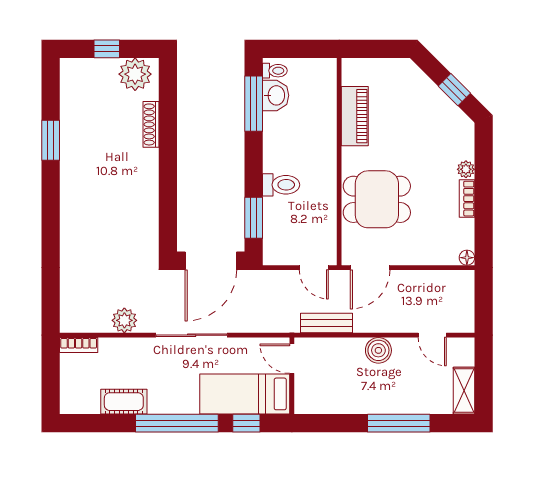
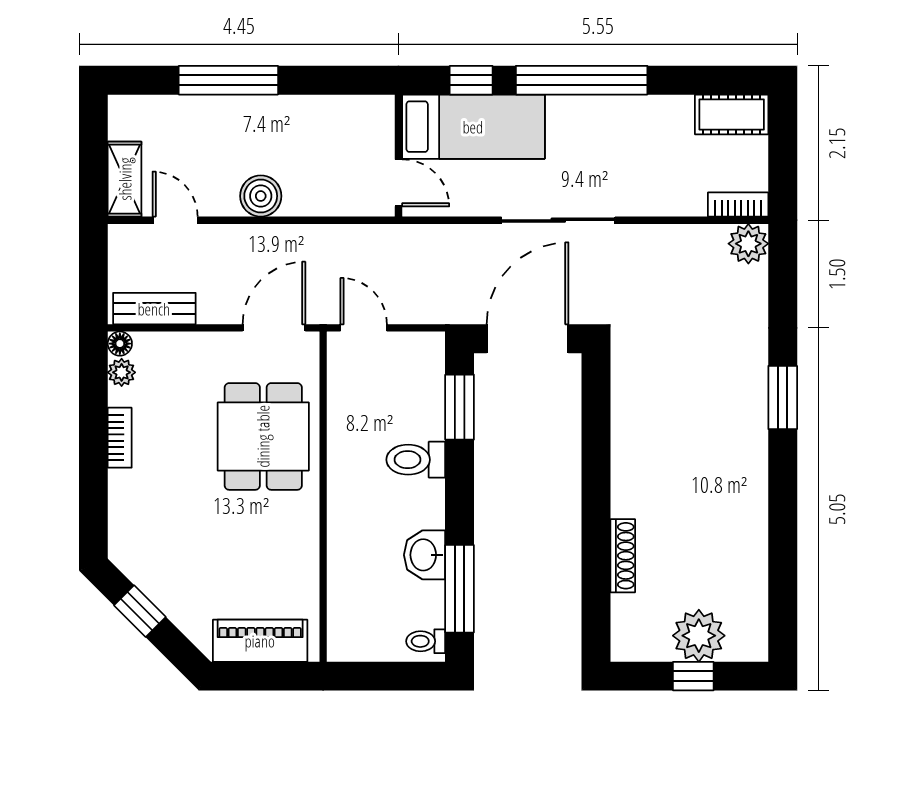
plant: (135, 74) -> (699, 636), moved
washbasin: (276, 95) -> (424, 555), moved
piano: (355, 116) -> (260, 641), moved, turned 90
window: (51, 140) -> (783, 398), moved
plant: (466, 169) -> (122, 372), moved
dining table: (377, 199) -> (263, 436), turned 90
plant: (124, 320) -> (748, 244), moved
bench: (326, 323) -> (154, 309), moved
shelving: (464, 391) -> (125, 179), moved
cot: (124, 402) -> (732, 114), moved

